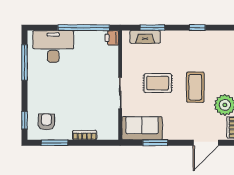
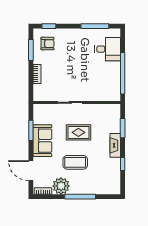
fireplace: (145, 37) -> (115, 145), moved
printer: (112, 38) -> (115, 96), removed
desk: (53, 46) -> (108, 49), width x0.73
rug: (158, 83) -> (78, 132), turned 90
sofa: (142, 128) -> (42, 141), moved

